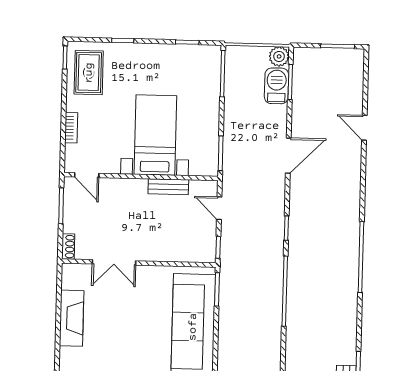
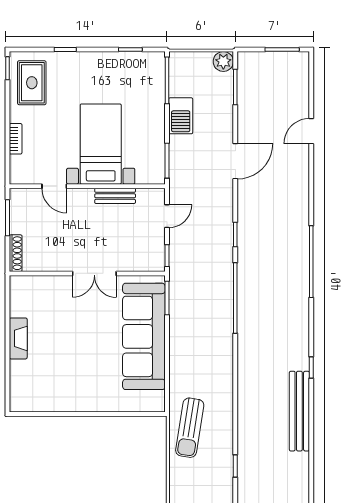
barbecue: (277, 86) -> (181, 116), moved, turned 180
door: (364, 128) -> (311, 131), hinge flipped
door: (87, 175) -> (54, 186), moved
door: (219, 208) -> (167, 216), swing flipped
shoe rack: (68, 246) -> (16, 253), width x1.43
double door: (114, 262) -> (94, 273), moved
fireplace: (72, 318) -> (18, 338), width x0.73, depth x0.76

